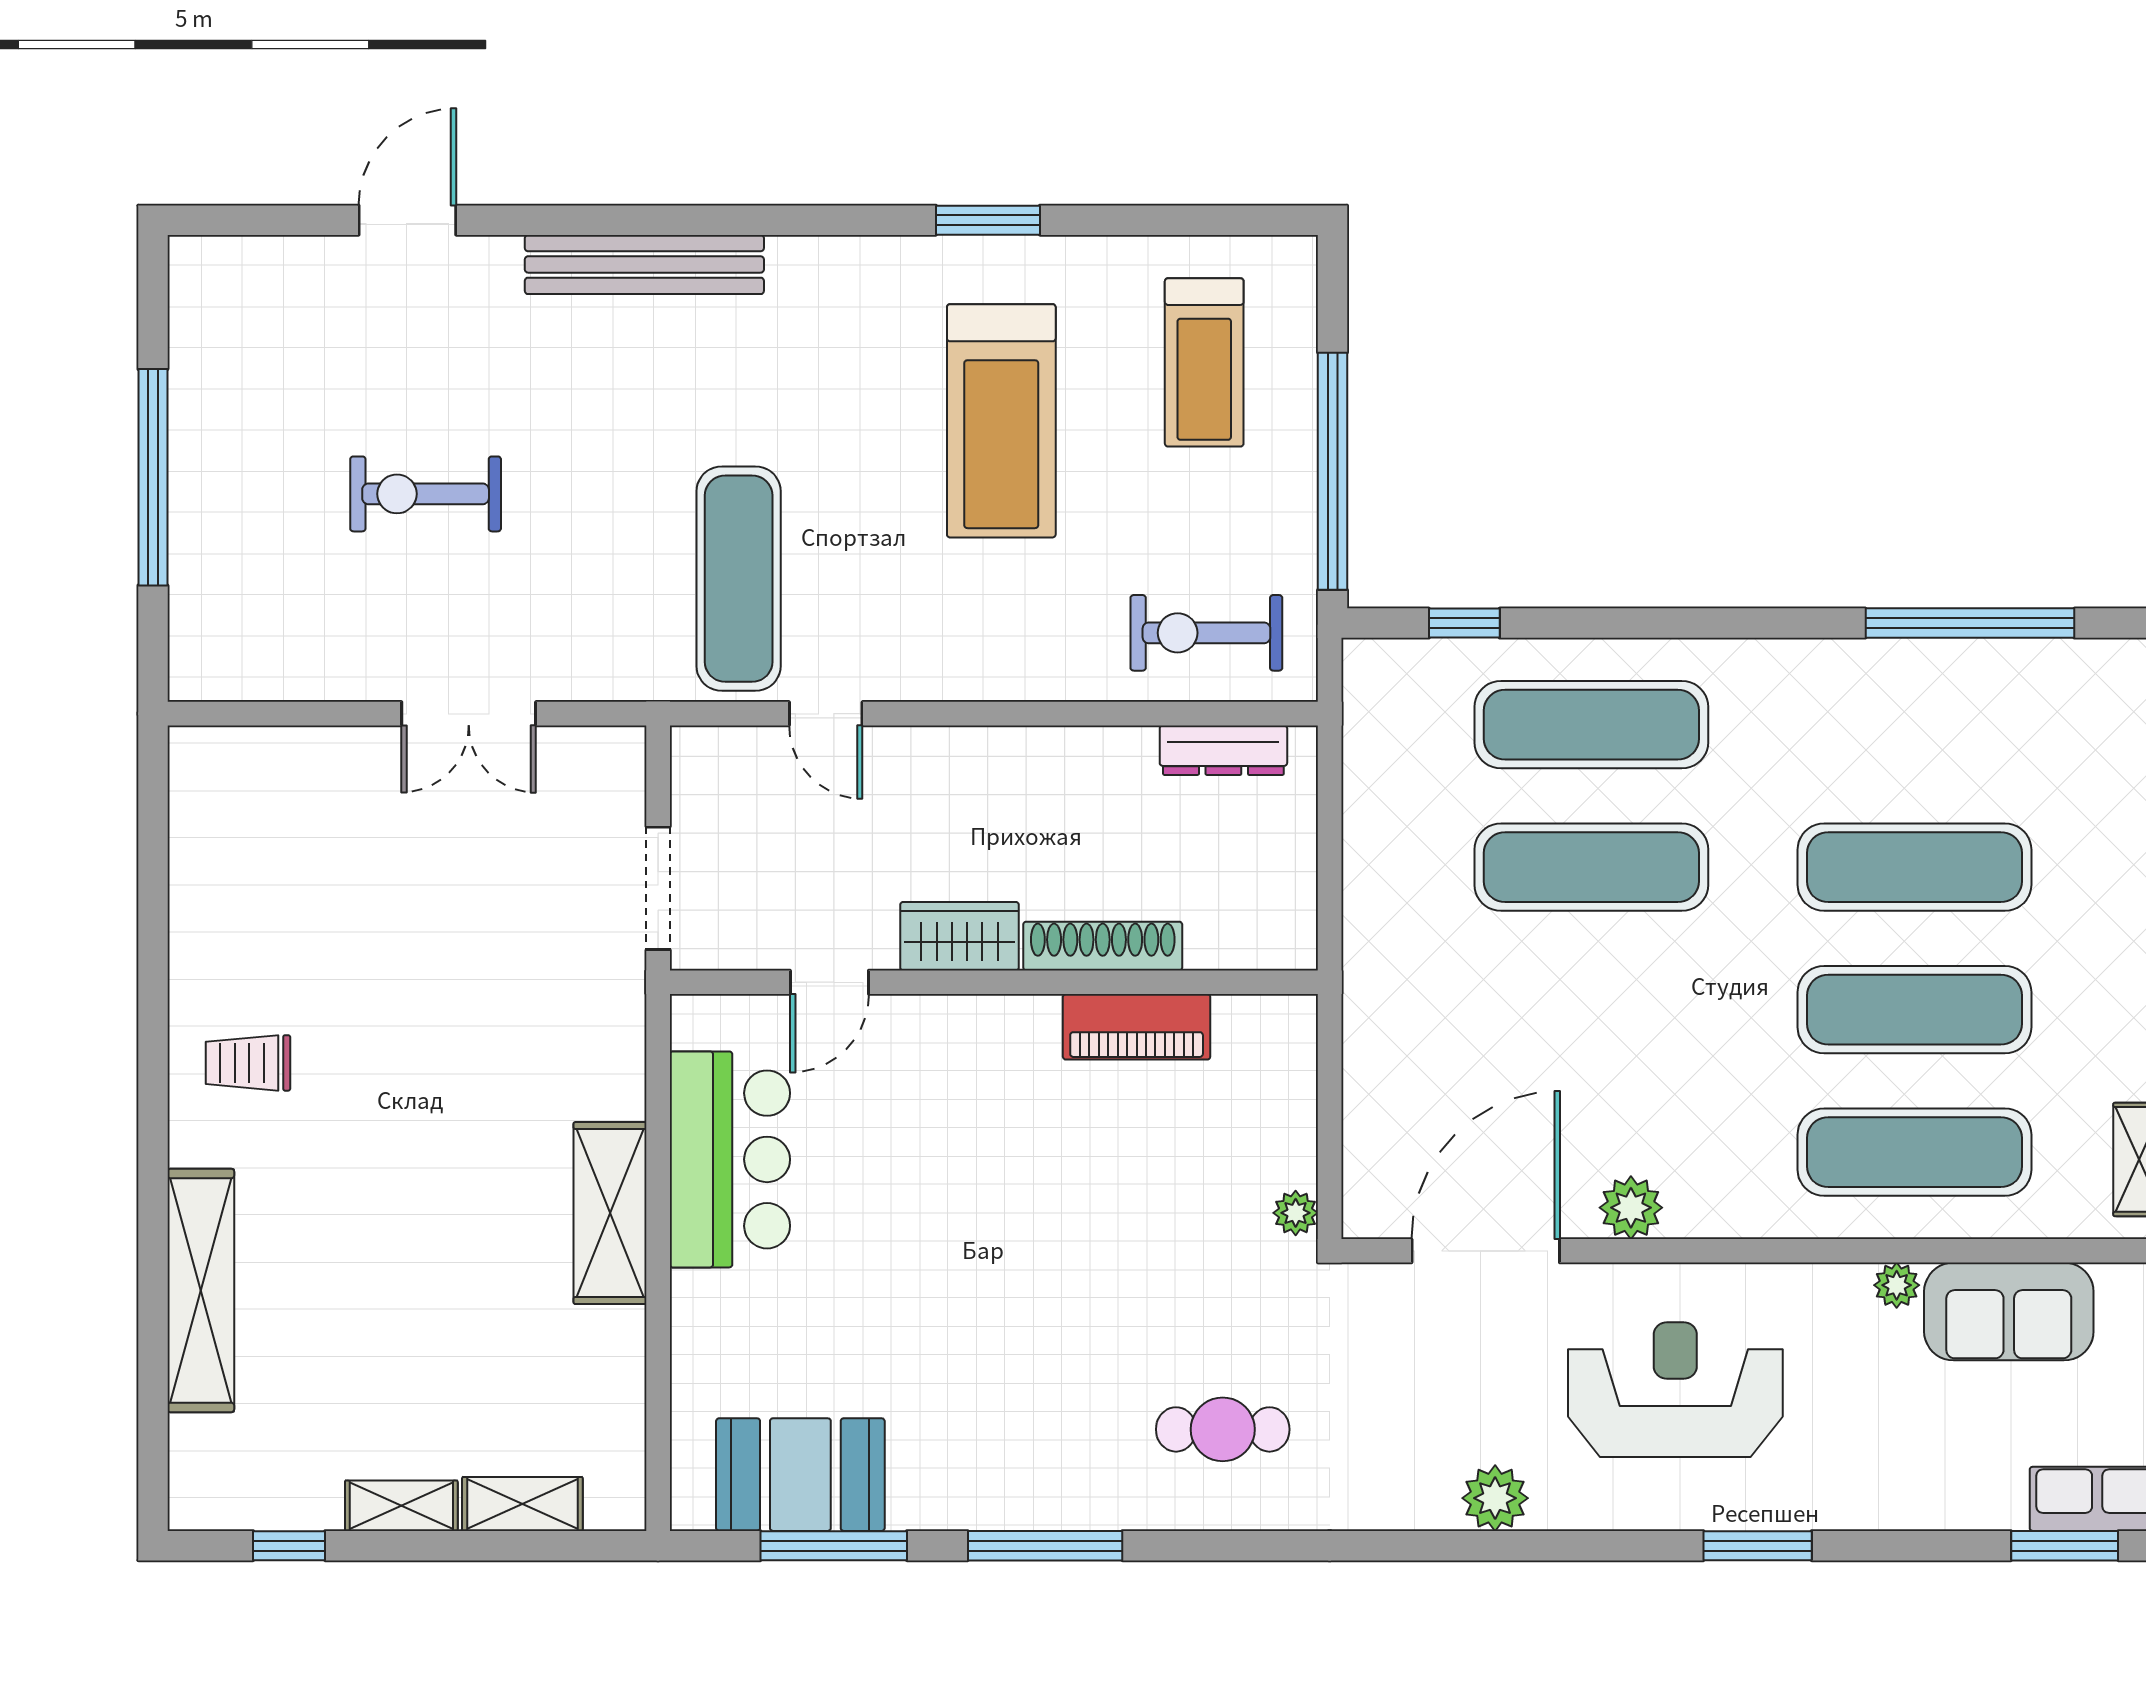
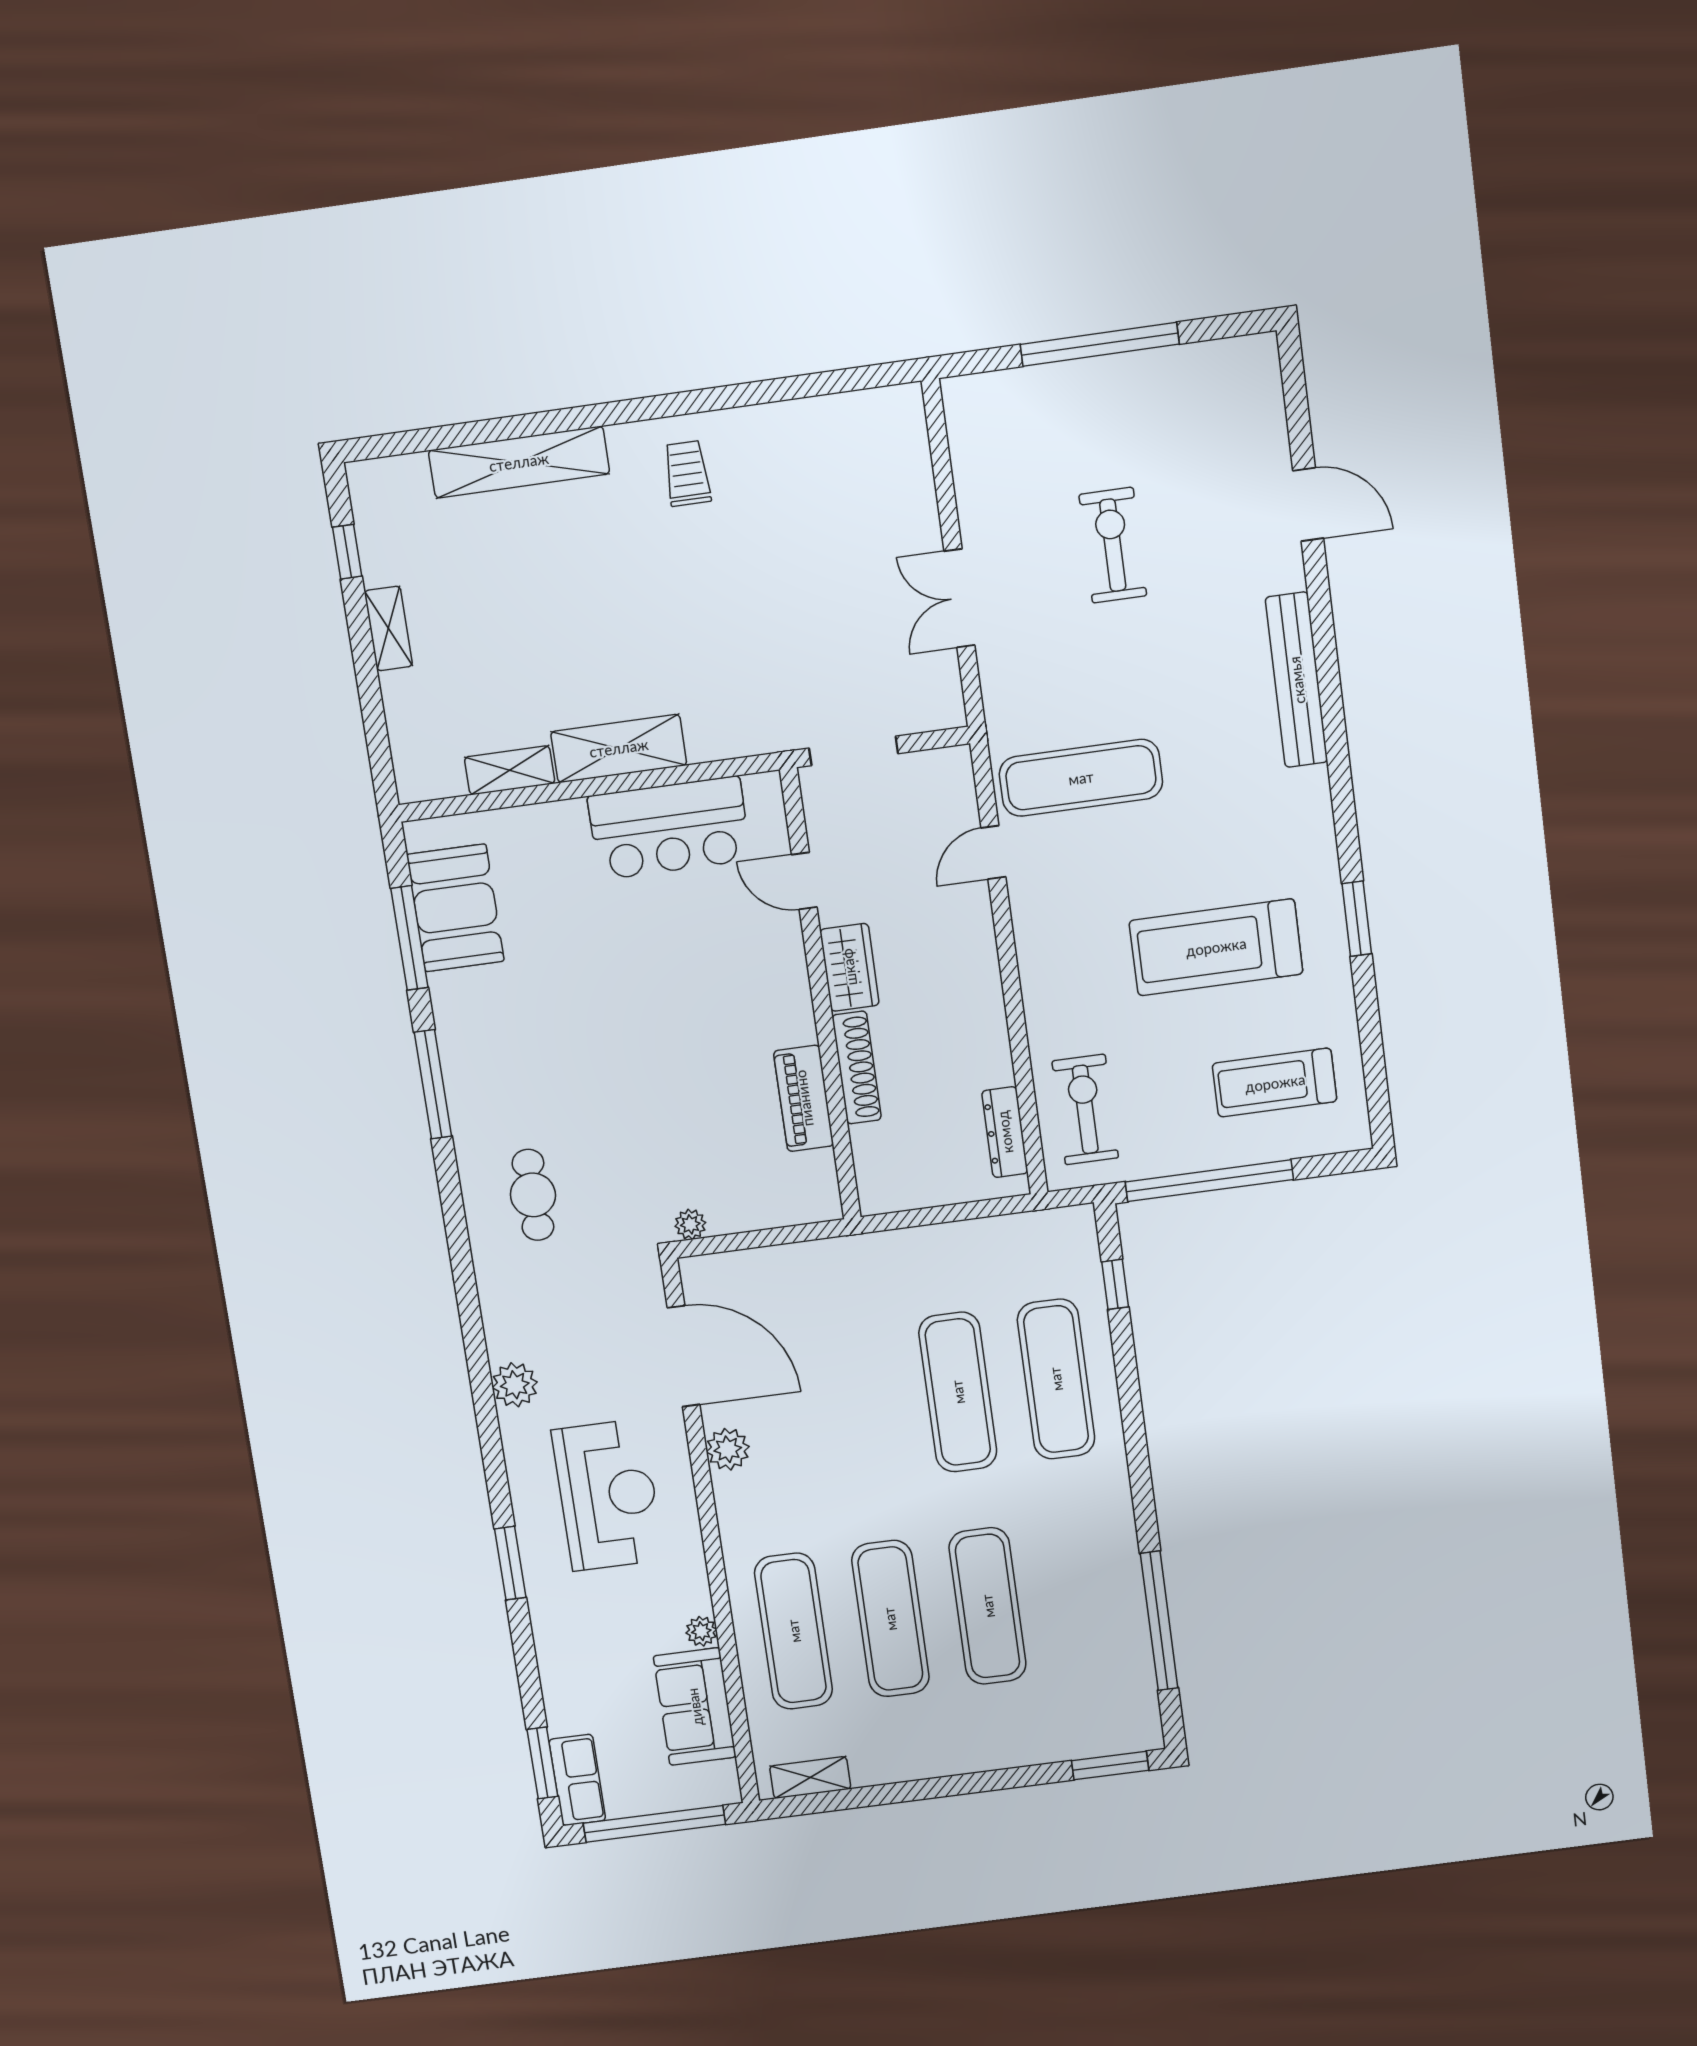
shelving: (522, 1504) -> (510, 770), moved, turned 90

